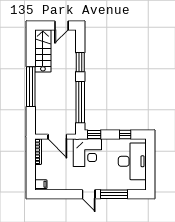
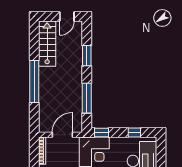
window: (80, 102) -> (87, 98), width x0.68
door: (57, 137) -> (62, 135), swing flipped

